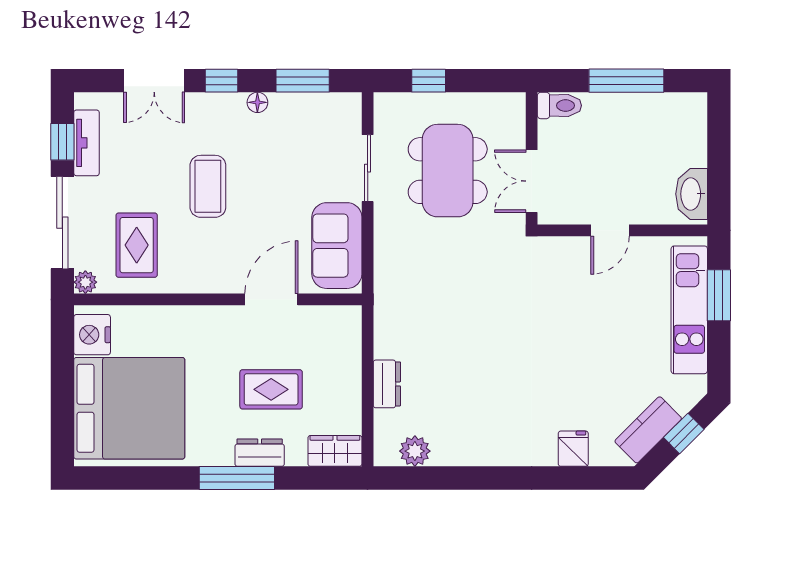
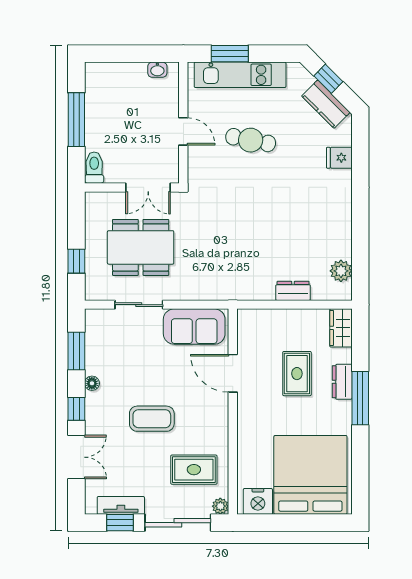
washbasin: (692, 194) -> (157, 70), width x0.52, depth x0.69
cafe table: (598, 325) -> (251, 140), added

